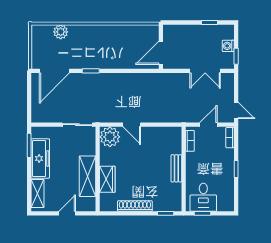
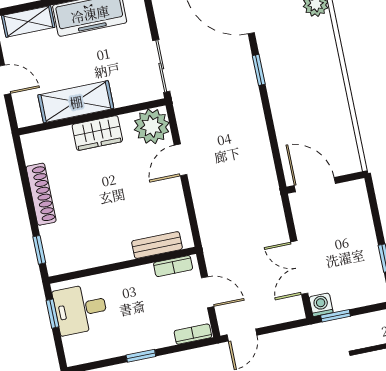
washing machine: (228, 46) -> (321, 305), moved
bench: (176, 168) -> (157, 245), moved
wardrobe: (107, 179) -> (97, 133), moved

